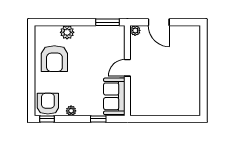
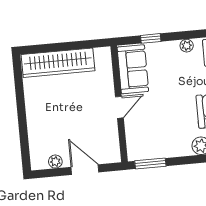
plant: (135, 30) -> (55, 162), moved
wardrobe: (172, 107) -> (58, 63), added

